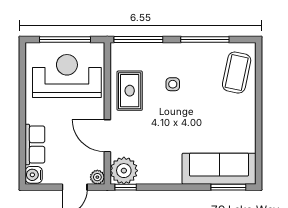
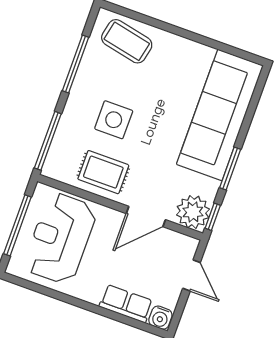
side table: (173, 84) -> (114, 120), width x1.87, depth x1.87
sofa: (219, 169) -> (220, 115), width x1.36, depth x1.27
plant: (97, 177) -> (190, 245), removed
window: (228, 187) -> (230, 168), moved

